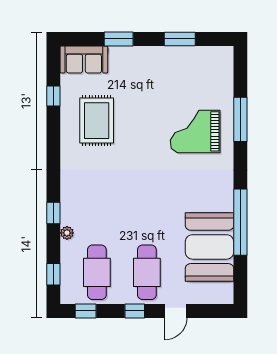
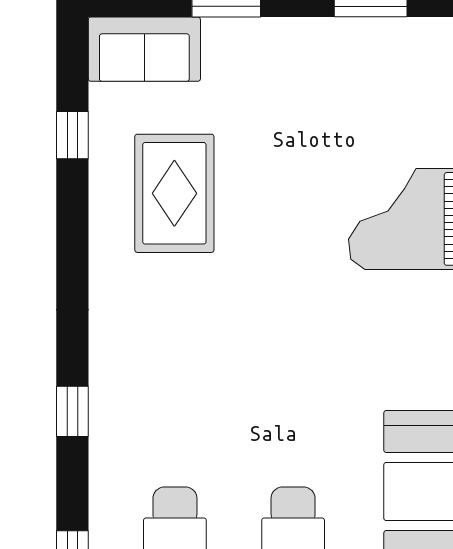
plant: (67, 233) -> (104, 458), removed

